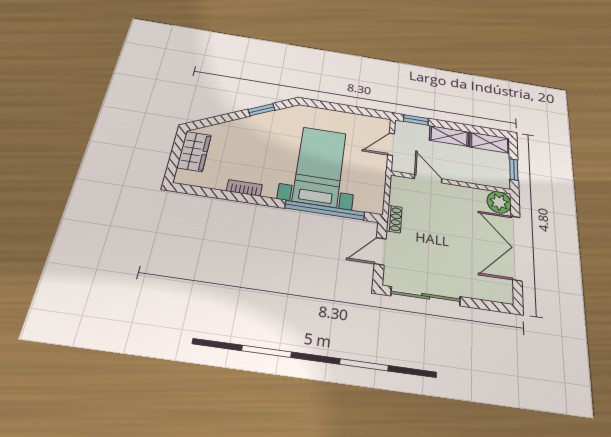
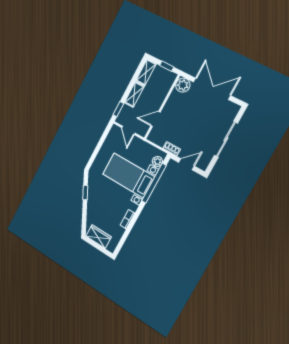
plant: (363, 204) -> (157, 161), added
double door: (516, 248) -> (212, 89), swing flipped
door: (380, 251) -> (186, 164), swing flipped
sliding door: (426, 296) -> (226, 139), moved

